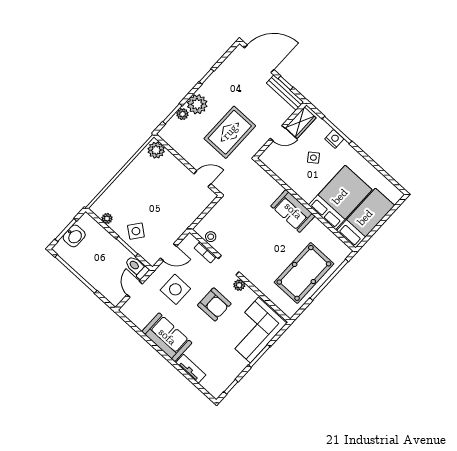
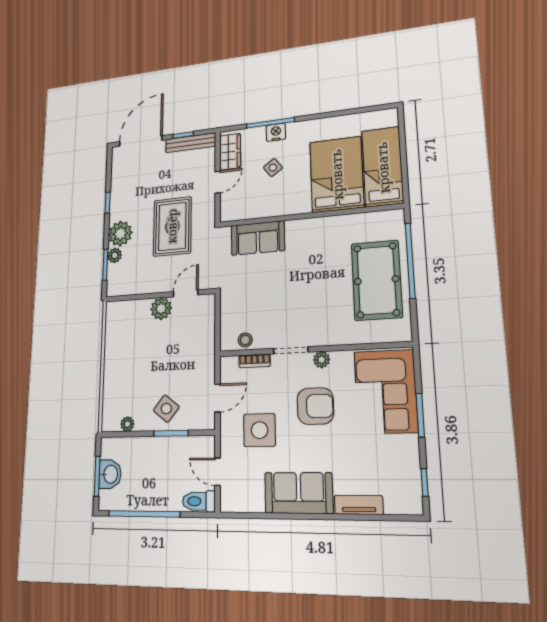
plant: (156, 150) -> (161, 309), moved
sofa: (293, 211) -> (258, 238), moved
toilet: (137, 267) -> (199, 501), moved

